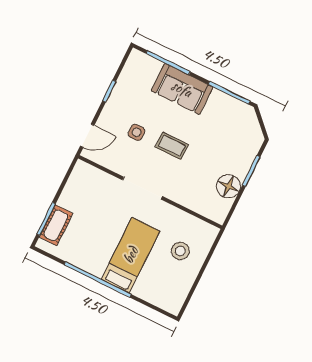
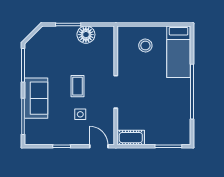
cot: (56, 225) -> (131, 138), moved
bed: (131, 255) -> (179, 52), moved, turned -90

